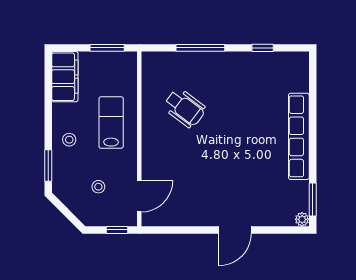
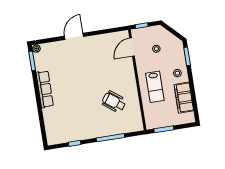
filing cabinet: (65, 77) -> (184, 98), moved
row of seats: (299, 136) -> (45, 89), width x0.73

